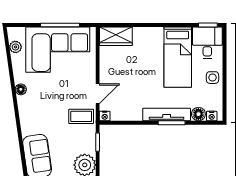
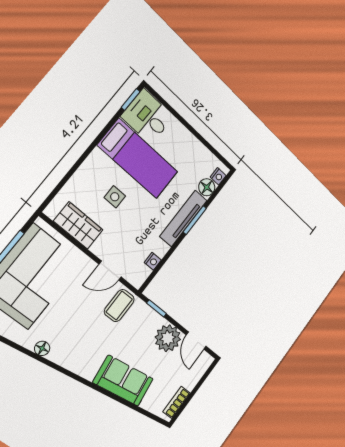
wardrobe: (116, 36) -> (78, 225), moved, turned -90
side table: (212, 78) -> (115, 197), moved
door: (98, 94) -> (110, 271), swing flipped
nightstand: (105, 116) -> (153, 261), moved

